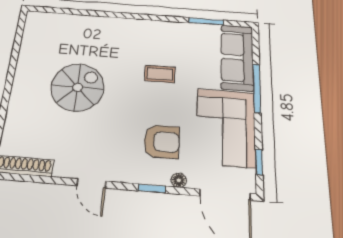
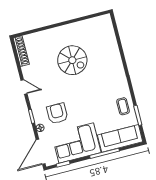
coffee table: (160, 74) -> (123, 106), moved
armchair: (162, 142) -> (57, 113), turned 180
door: (91, 183) -> (24, 87), swing flipped

